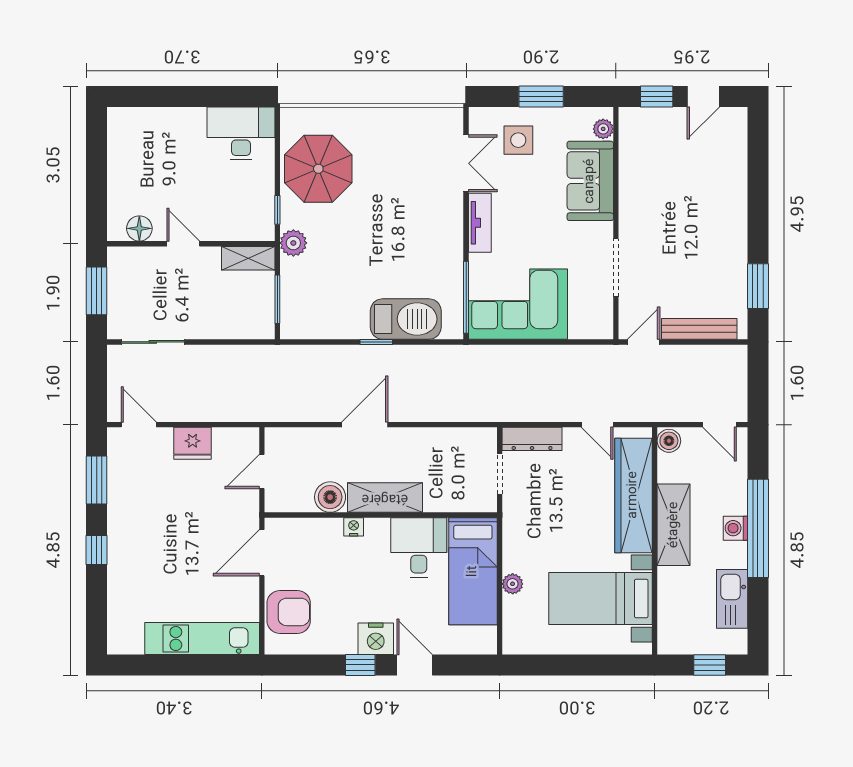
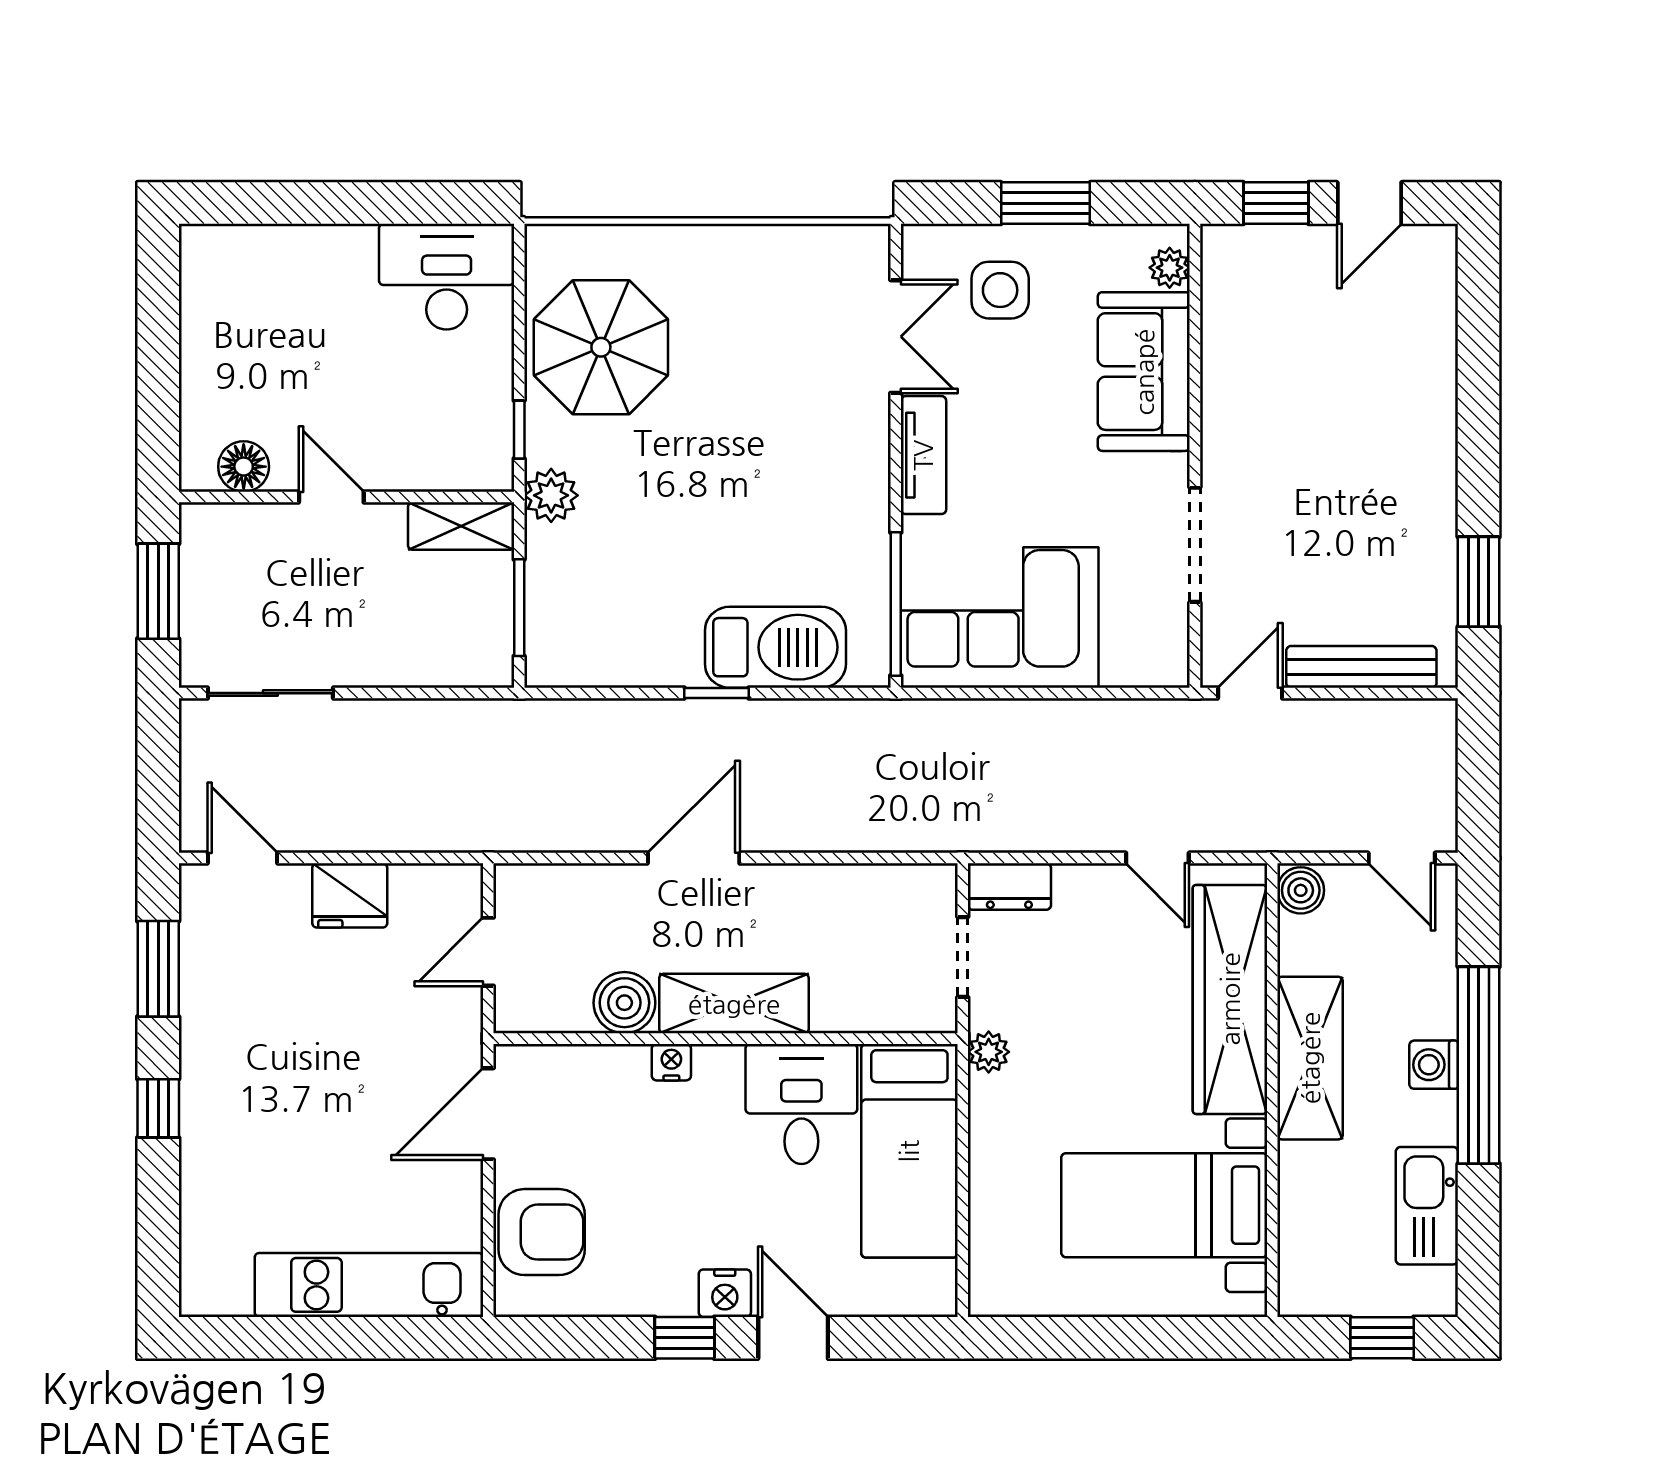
dresser: (532, 439) -> (1009, 887), width x0.70
plant: (513, 584) -> (989, 1052), moved
nightstand: (376, 639) -> (725, 1293), width x0.74, depth x0.75

